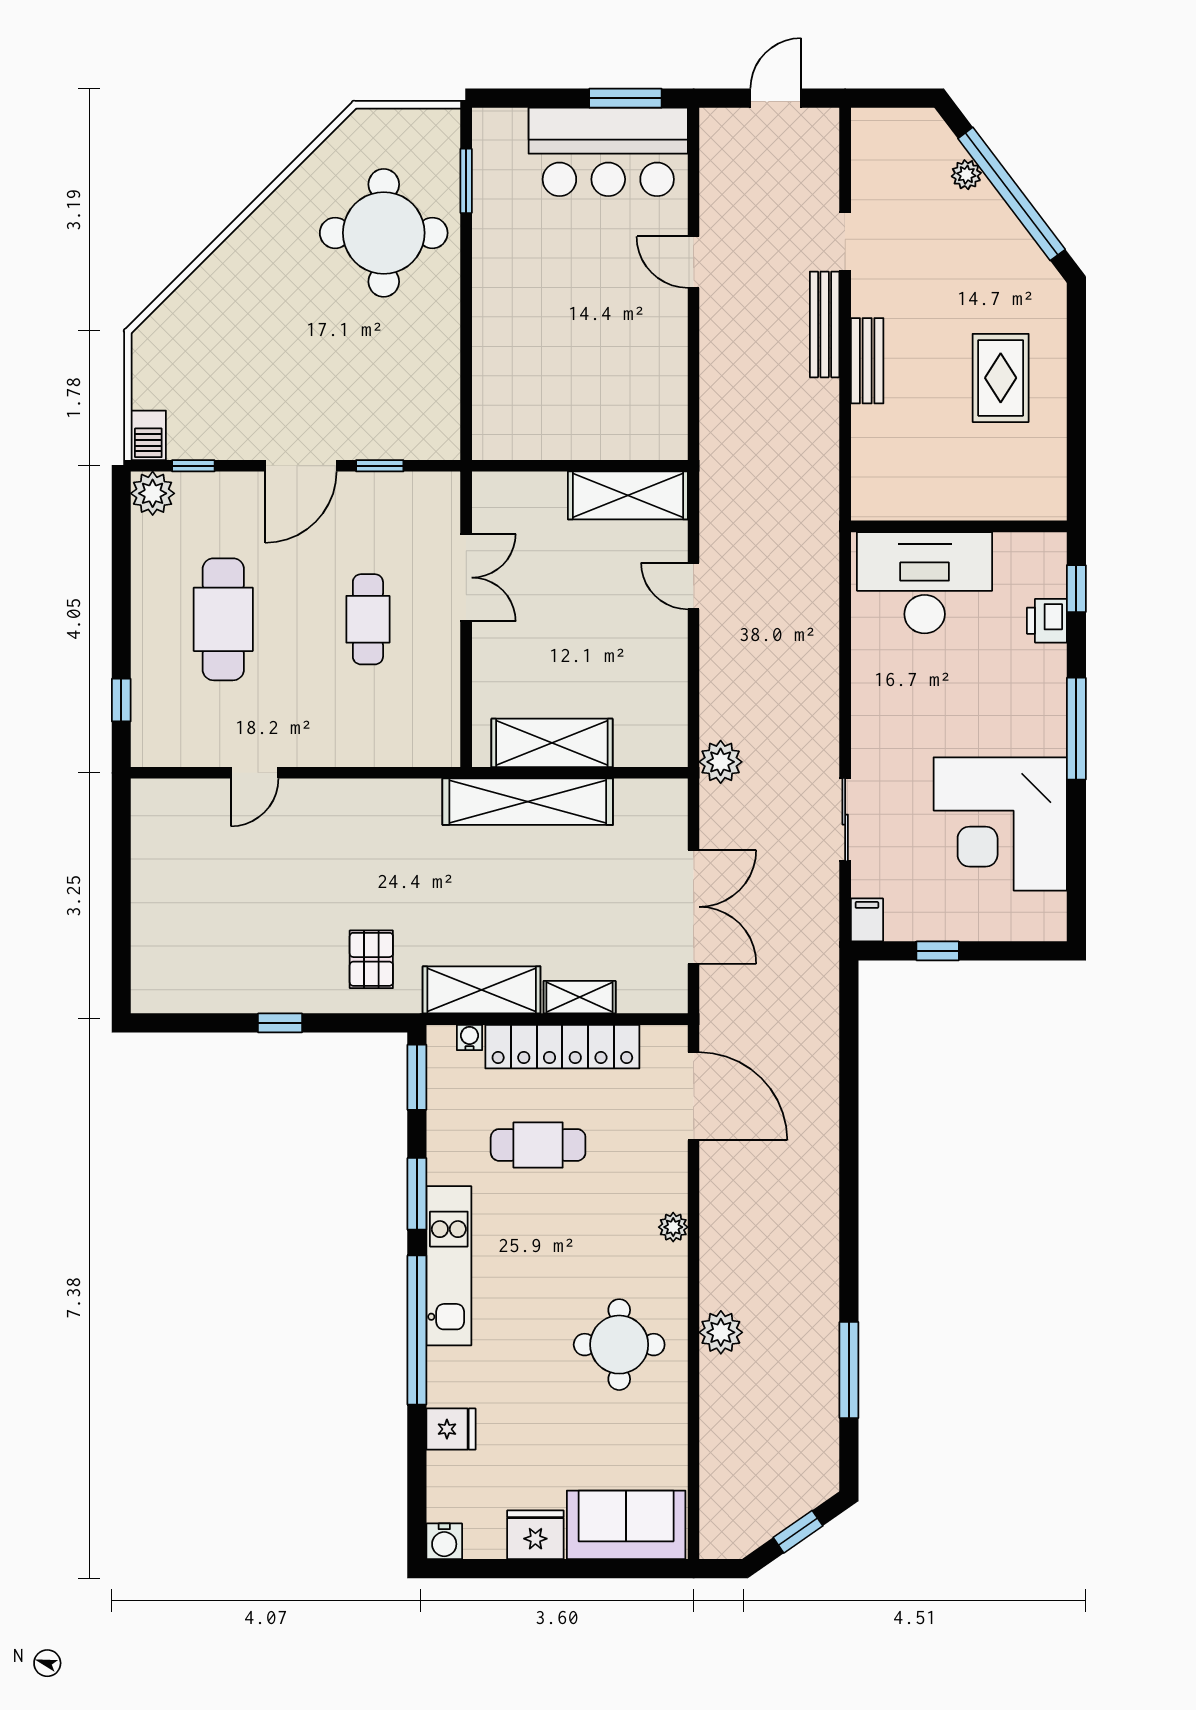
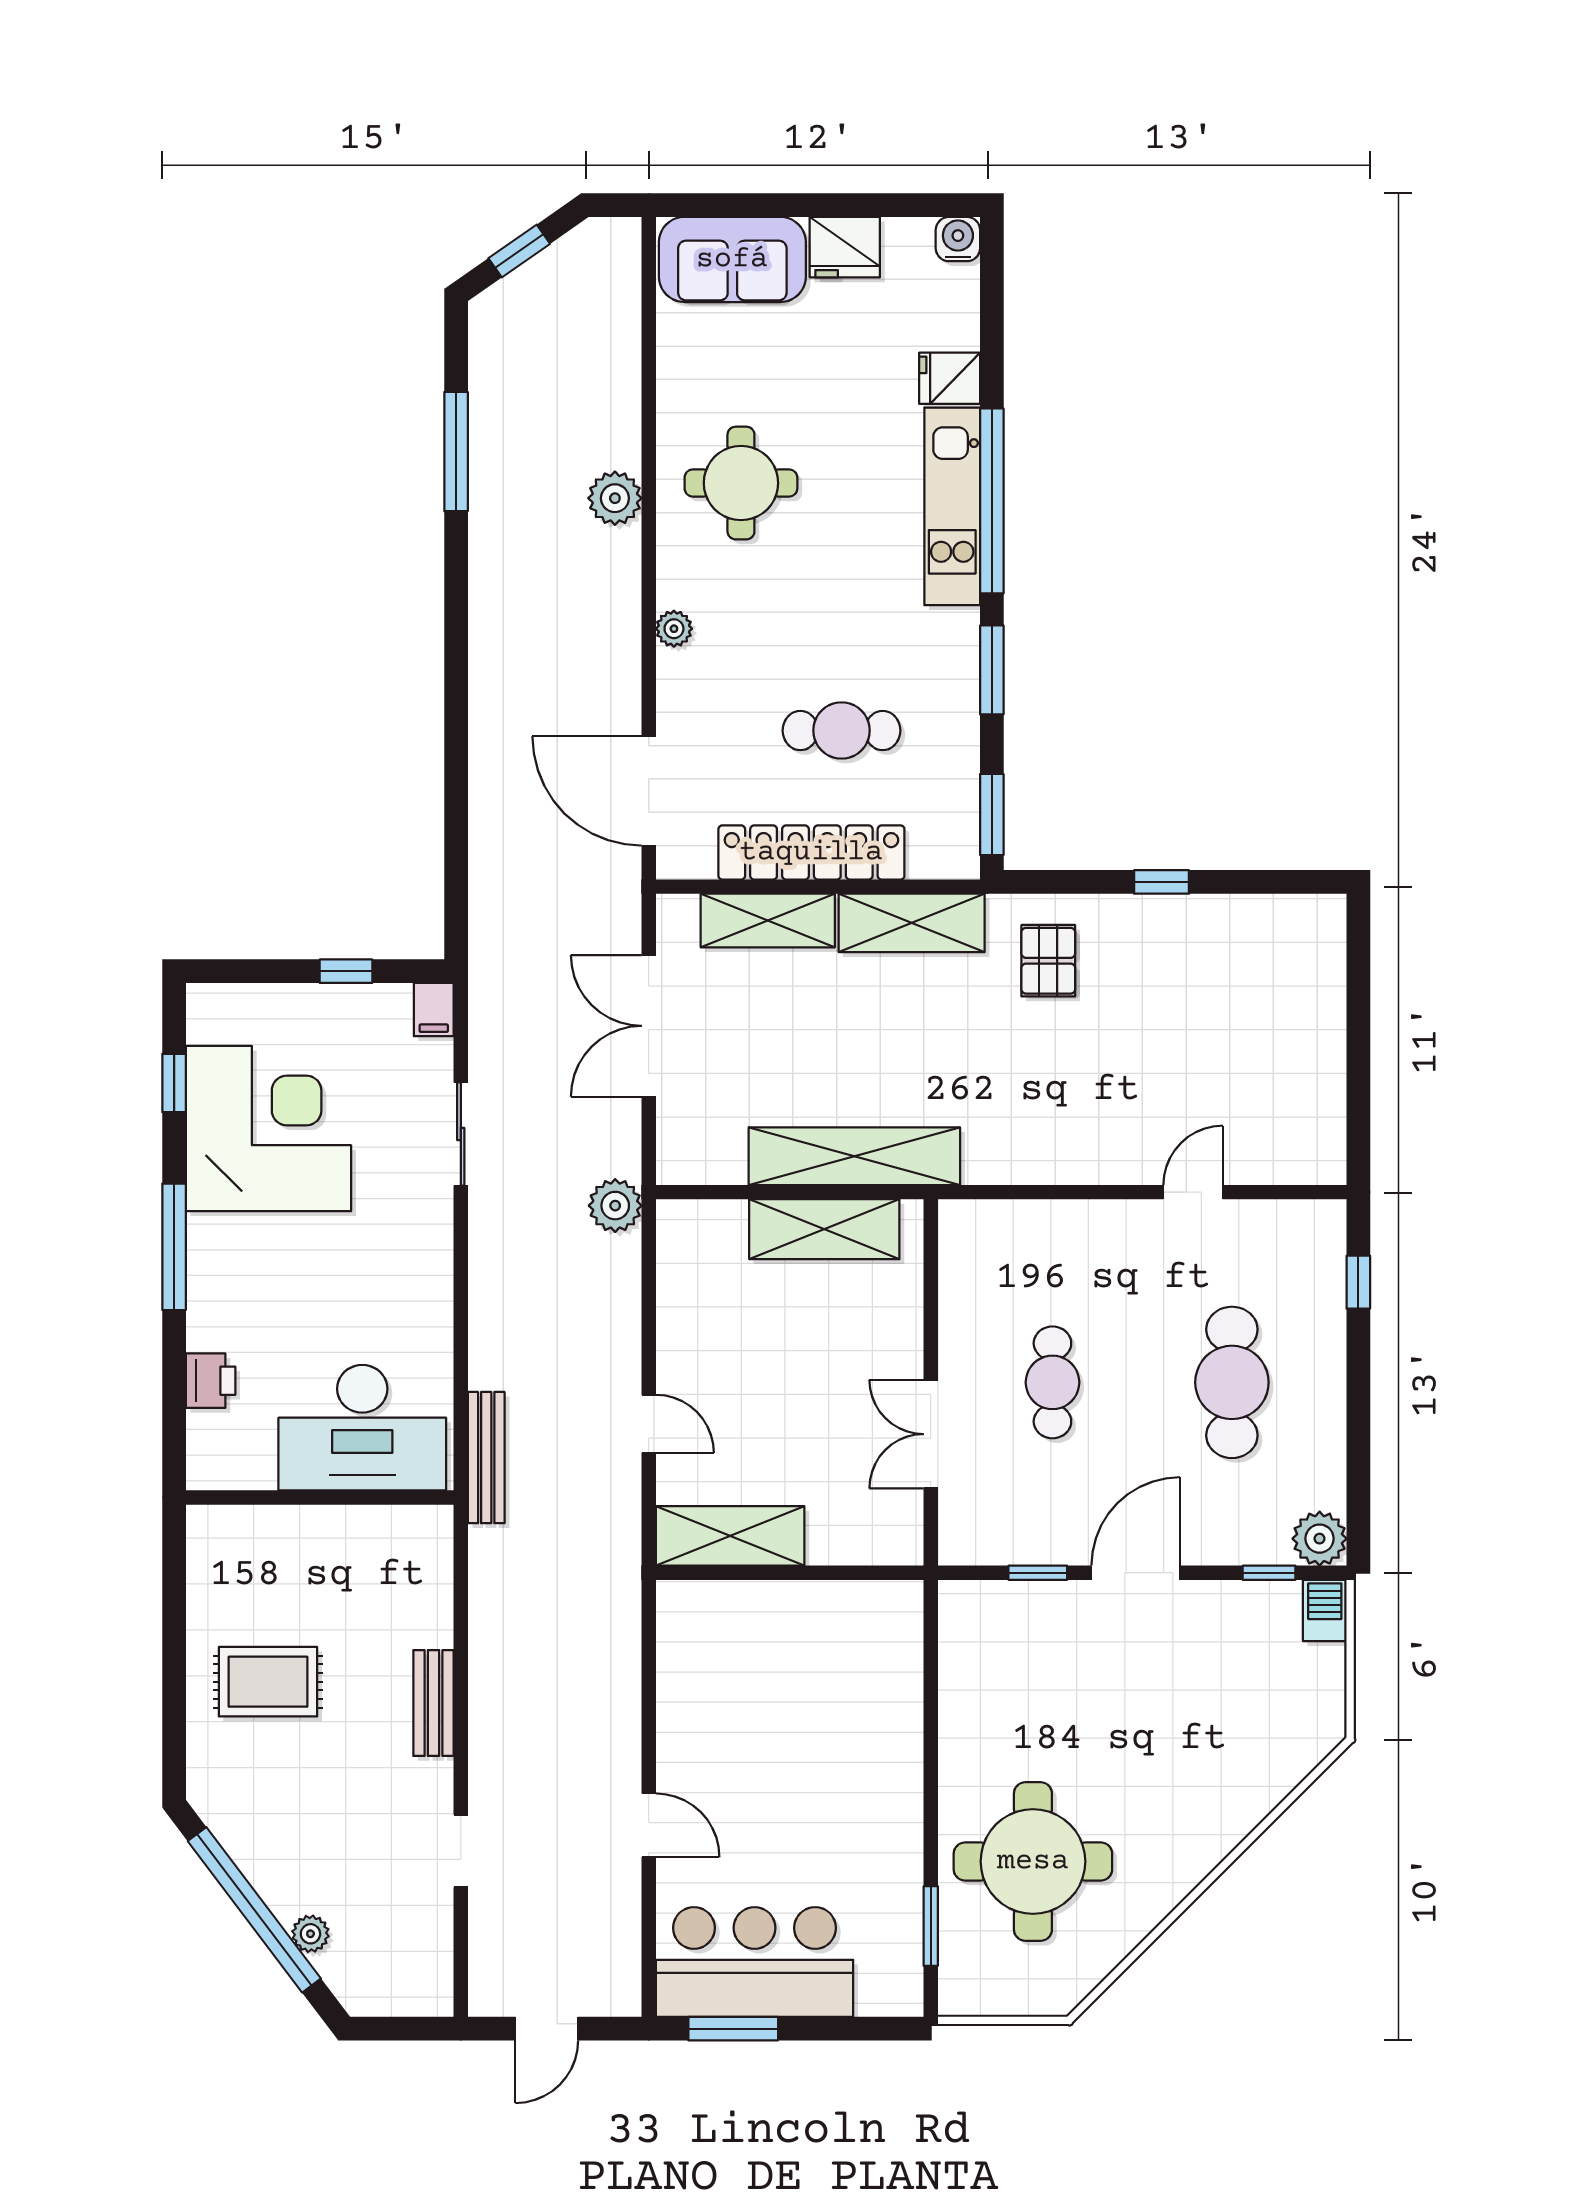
bench: (825, 324) -> (486, 1458), moved
rug: (1001, 378) -> (268, 1682), turned 90
window: (1076, 589) -> (174, 1083), moved
shelving: (580, 997) -> (768, 920), width x1.50, depth x1.33
water cooler: (470, 1038) -> (927, 864), removed
kitchen unit: (449, 1266) -> (952, 506), moved

